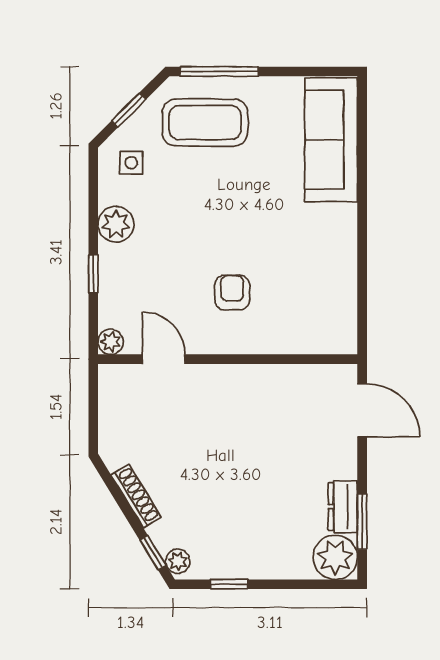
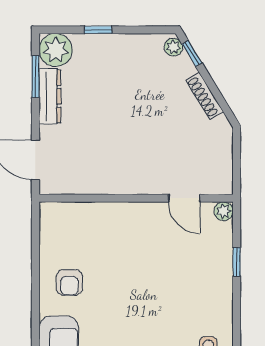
plant: (116, 224) -> (220, 299), removed
armchair: (232, 293) -> (69, 282), moved
dresser: (343, 507) -> (50, 96), width x1.44
window: (229, 584) -> (98, 30), moved

